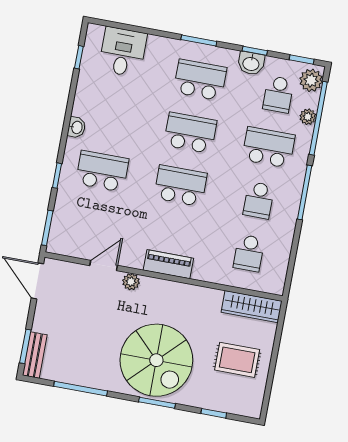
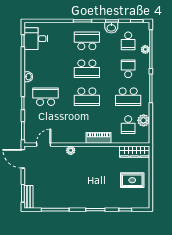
desk: (123, 52) -> (36, 39), moved, turned -90
plant: (311, 80) -> (144, 120), moved
school desk: (190, 133) -> (87, 69), turned 180
school desk: (269, 147) -> (128, 69), width x0.54
school desk: (180, 186) -> (87, 97), turned 180
school desk: (259, 200) -> (128, 97), width x1.85
piano: (168, 264) -> (98, 138), moved
door: (104, 265) -> (44, 145), moved
spiral stairs: (156, 360) -> (91, 188), removed

